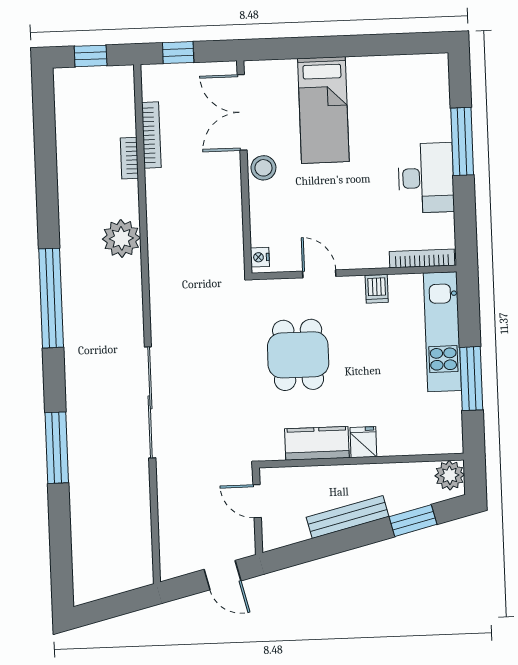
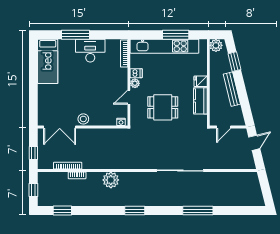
bed: (323, 110) -> (48, 61), moved, turned 90
window: (44, 127) -> (62, 211), added
plant: (353, 287) -> (135, 83), added
window: (51, 298) -> (135, 211), width x0.47
kitchen unit: (442, 332) -> (164, 46), width x1.36

